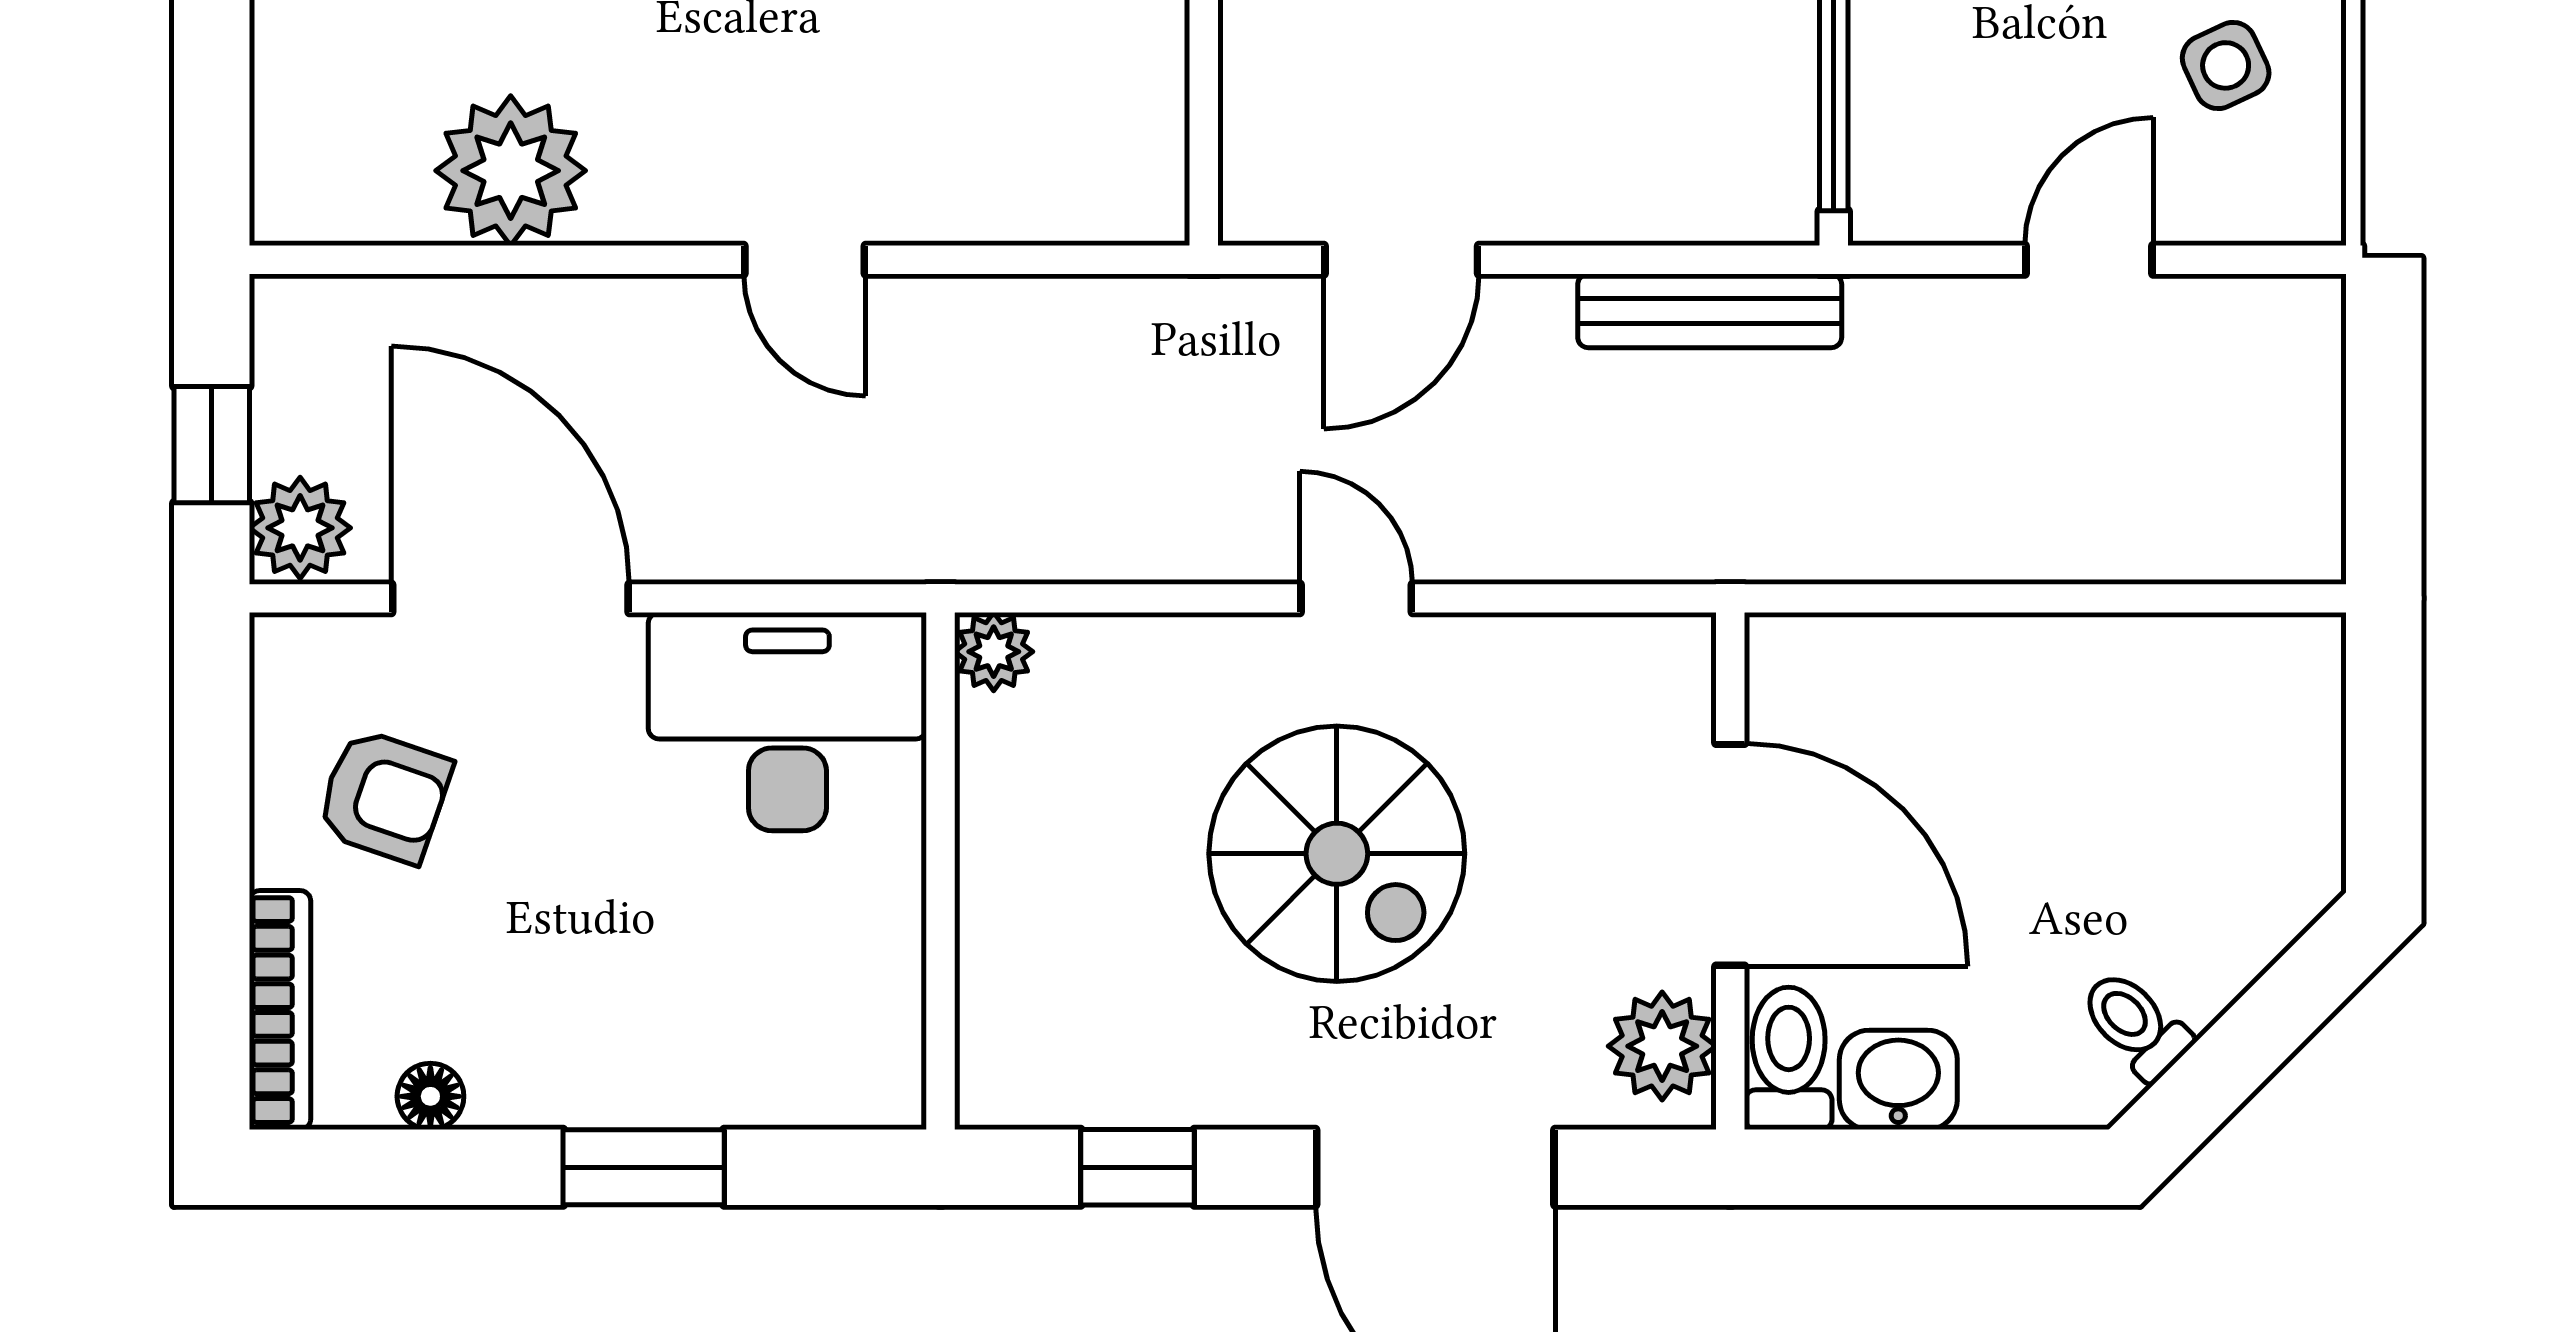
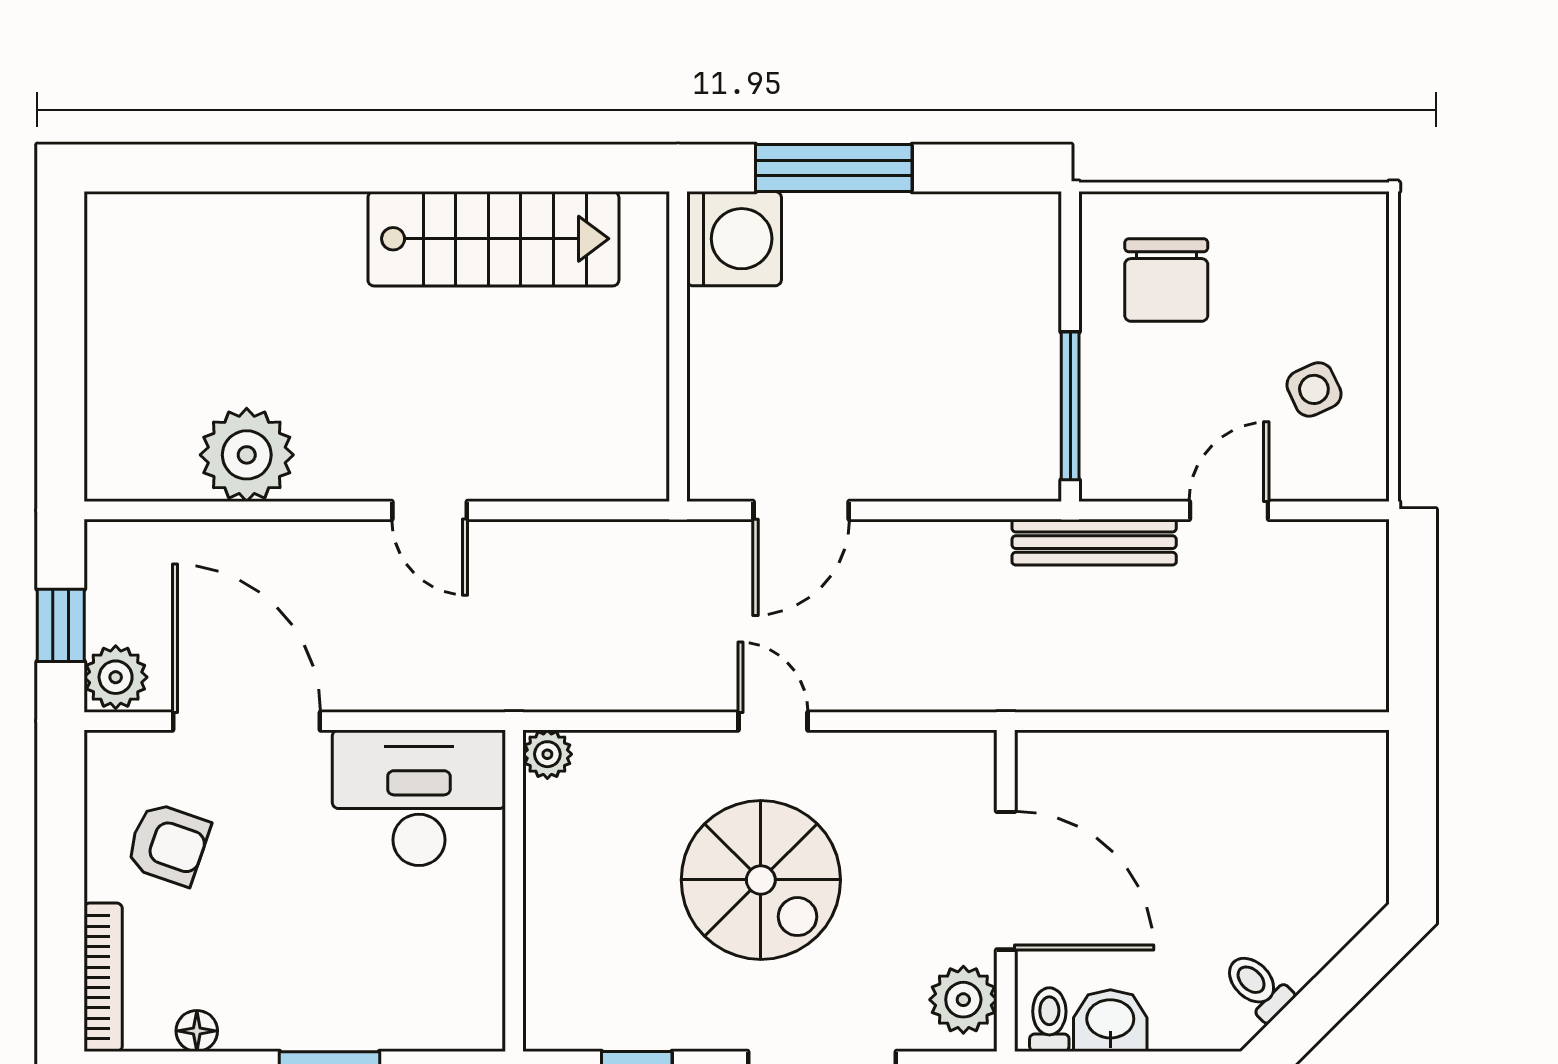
bench: (1710, 311) -> (1094, 542), moved
toilet: (1789, 1058) -> (1049, 1020), width x0.73, depth x0.72

